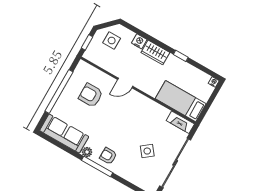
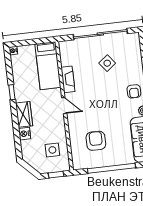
side table: (112, 41) -> (52, 150), moved
door: (125, 83) -> (64, 106), moved
armchair: (91, 95) -> (96, 141), turned 180
fireplace: (180, 122) -> (68, 79), moved

